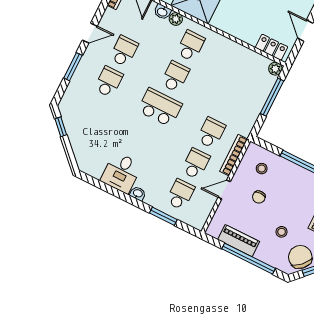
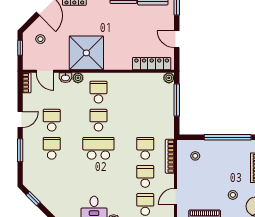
locker: (272, 47) -> (152, 64), width x1.53
door: (224, 190) -> (175, 196), moved
chair: (259, 197) -> (204, 178), removed

